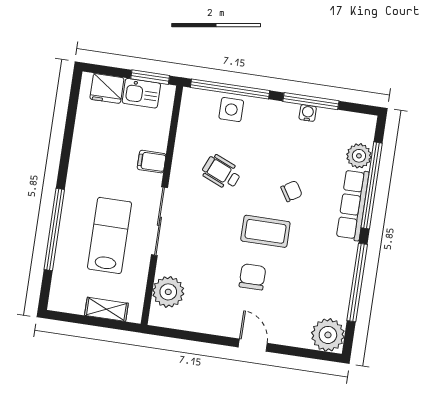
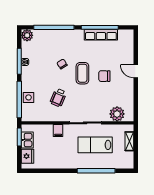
plant: (359, 156) -> (27, 35), moved
row of seats: (353, 205) -> (101, 35), moved
plant: (328, 335) -> (126, 37), removed
door: (253, 345) -> (136, 71), hinge flipped

